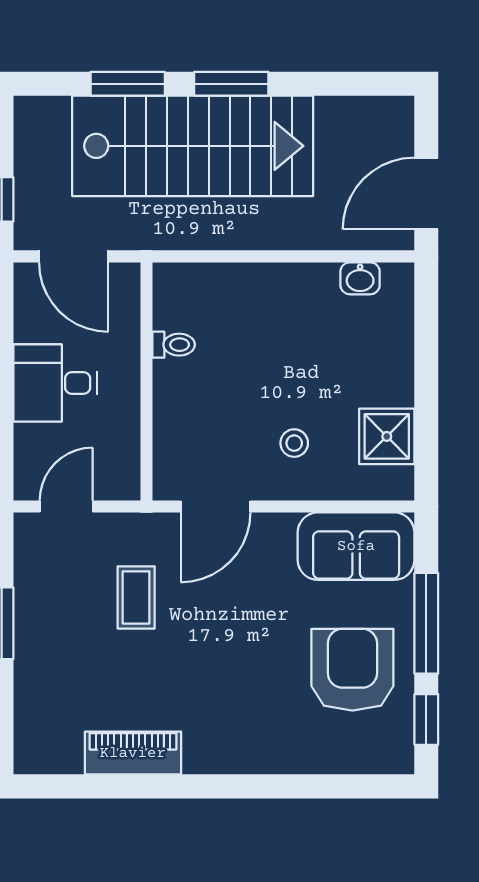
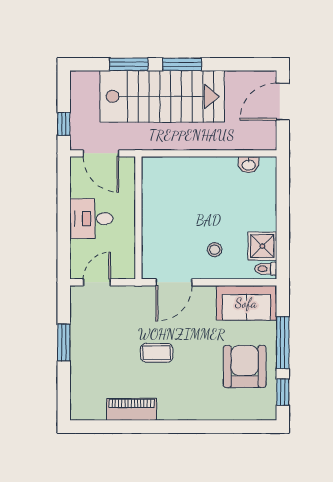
door: (426, 193) -> (283, 102), moved
toilet: (174, 345) -> (266, 269), moved, turned 180
coffee table: (136, 597) -> (157, 353), moved, turned 90

